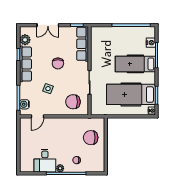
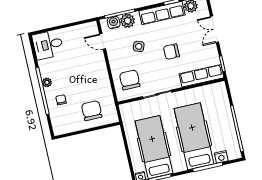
hospital bed: (135, 64) -> (194, 136), width x1.37, depth x1.29
plant: (25, 93) -> (128, 21), added
desk: (45, 161) -> (48, 45), moved

